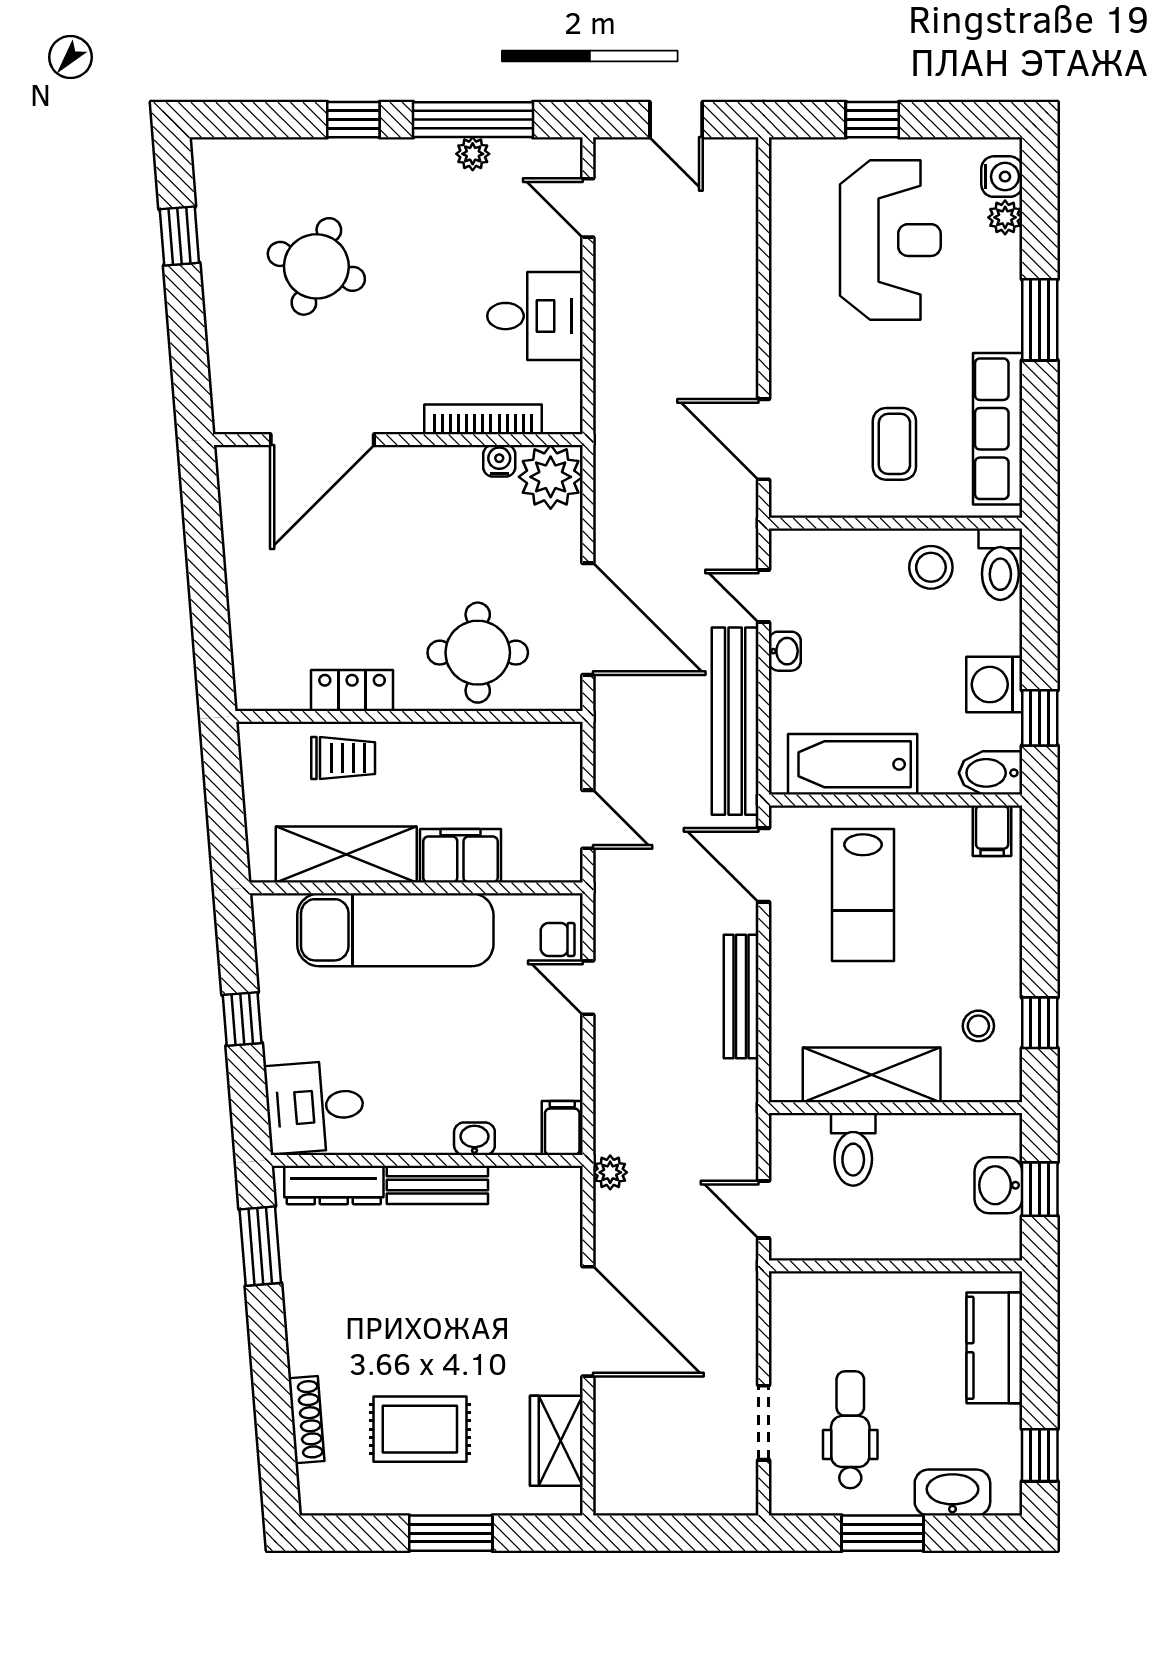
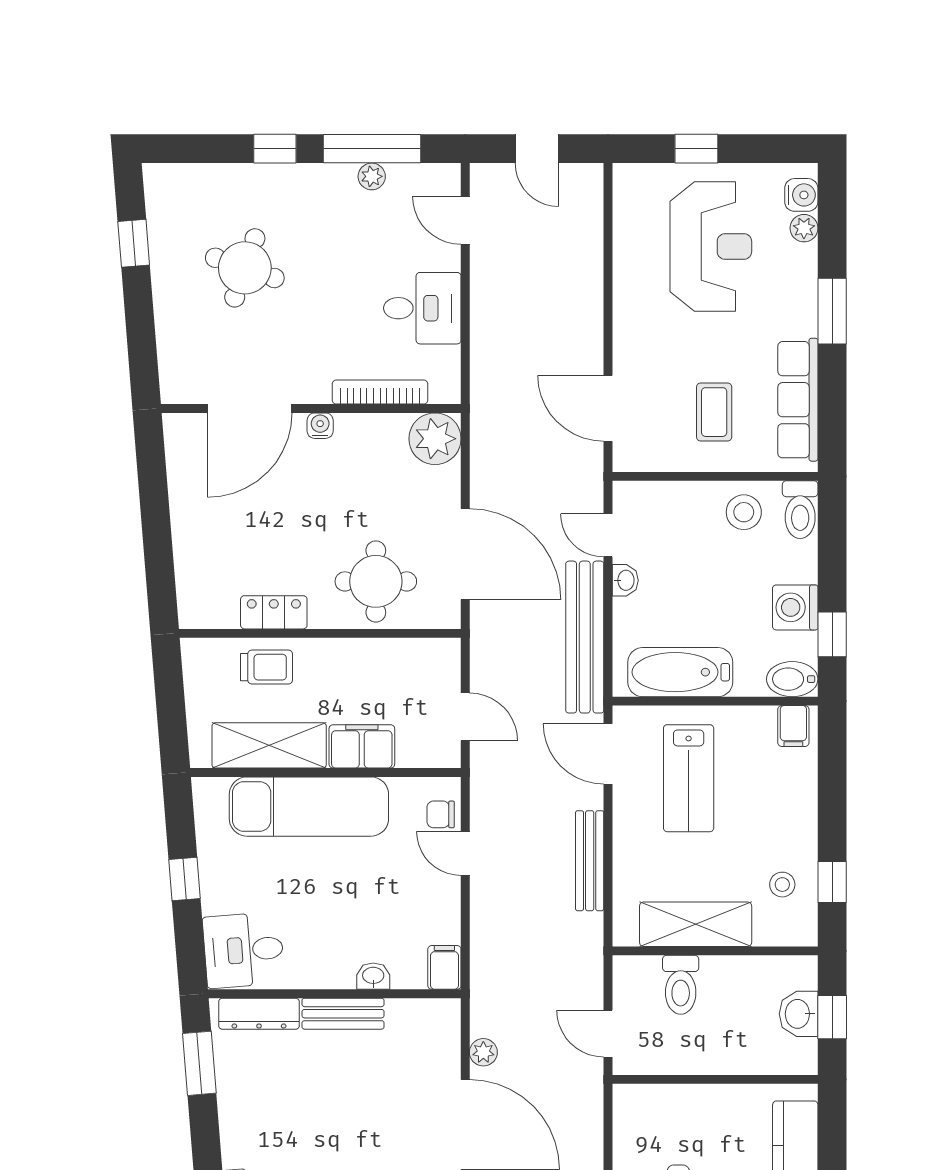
water cooler: (499, 461) -> (320, 426), moved
plant: (610, 1172) -> (483, 1052), moved

